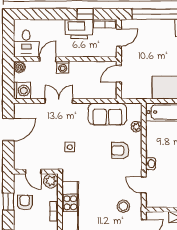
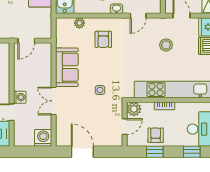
boiler: (19, 67) -> (19, 141), removed
door: (119, 74) -> (26, 41), hinge flipped
sofa: (107, 114) -> (67, 67), moved
armchair: (25, 202) -> (156, 135), turned 90
stool: (123, 206) -> (166, 45), moved

